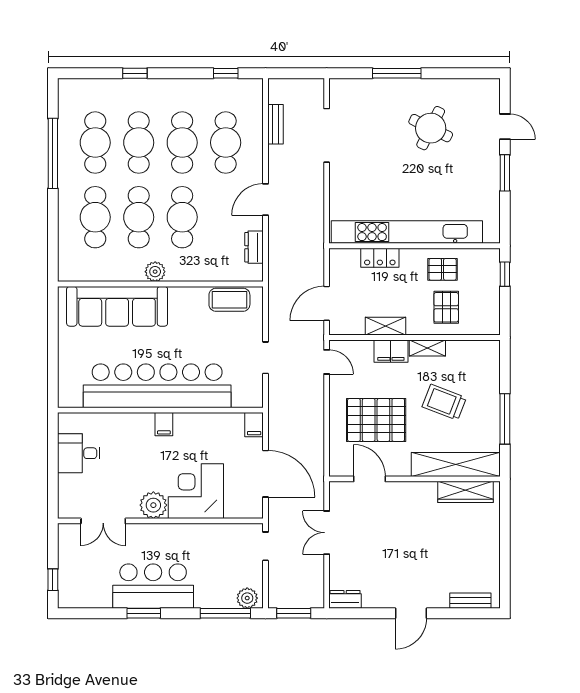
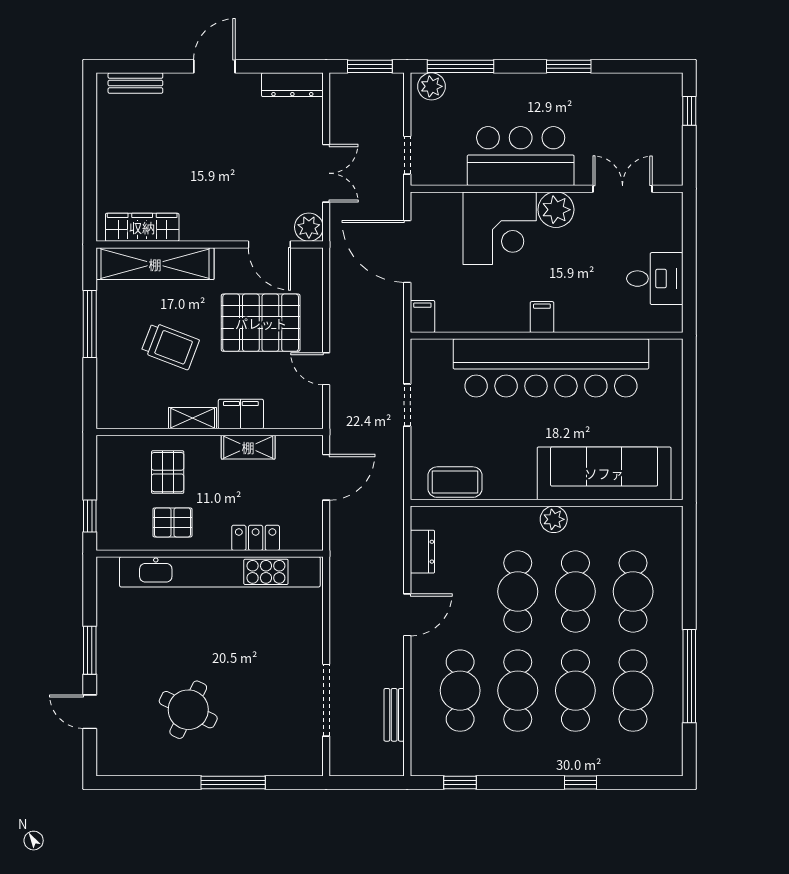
door: (327, 362) -> (326, 369), moved
plant: (340, 492) -> (309, 227), added
bar counter: (153, 586) -> (521, 156), moved, turned 180
dresser: (345, 599) -> (292, 85), width x1.44

